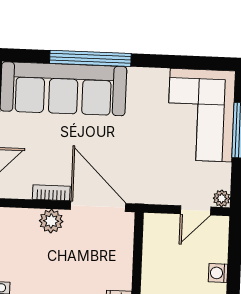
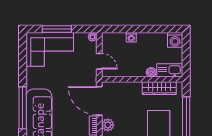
door: (98, 206) -> (99, 101), hinge flipped
door: (196, 210) -> (99, 61), moved

